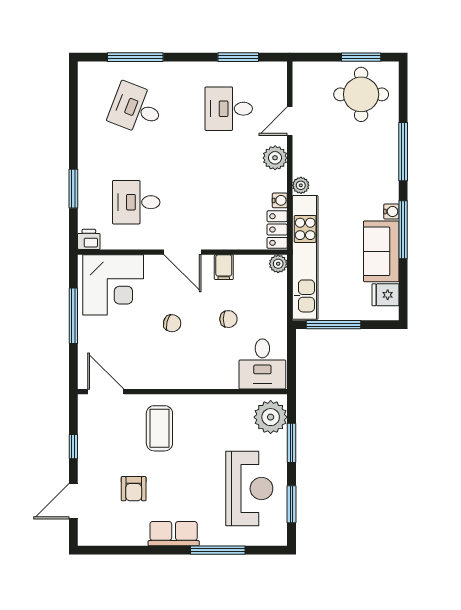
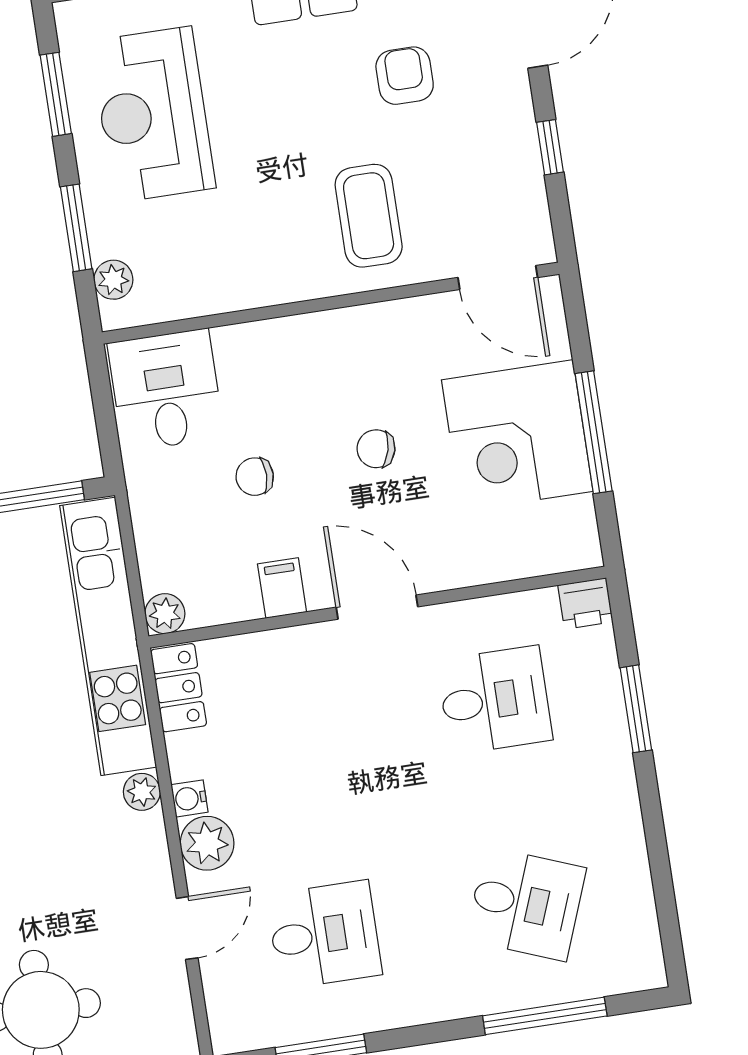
water cooler: (280, 200) -> (190, 798), moved
corner desk: (113, 285) -> (517, 436), moved, turned -90
plant: (271, 417) -> (113, 280), width x0.53, depth x0.53

